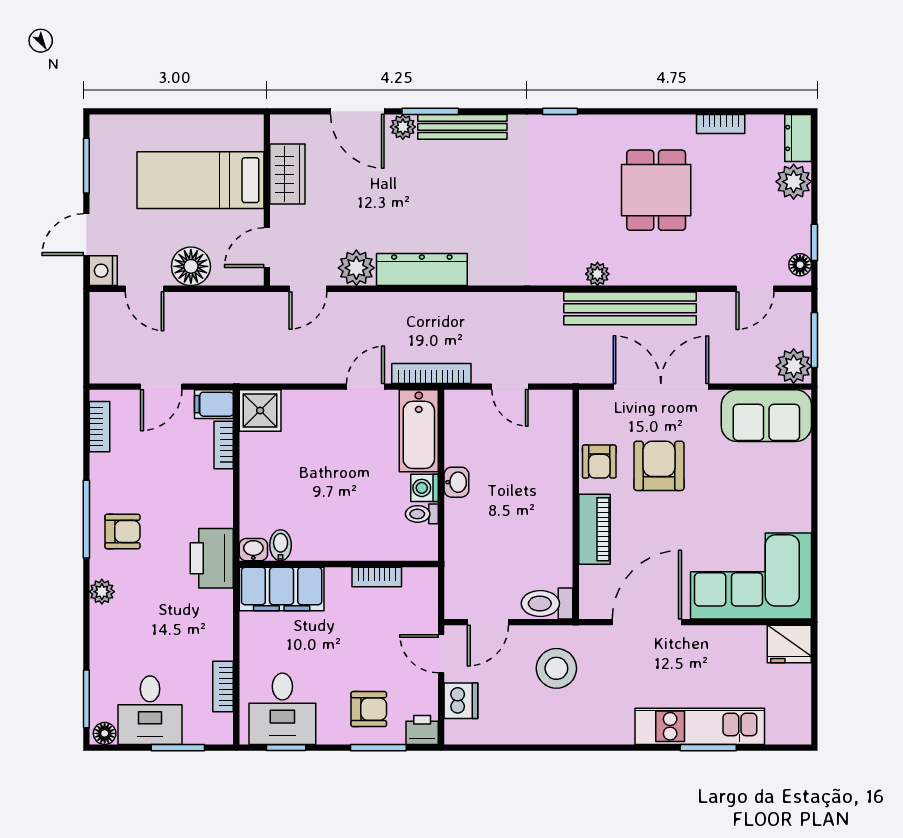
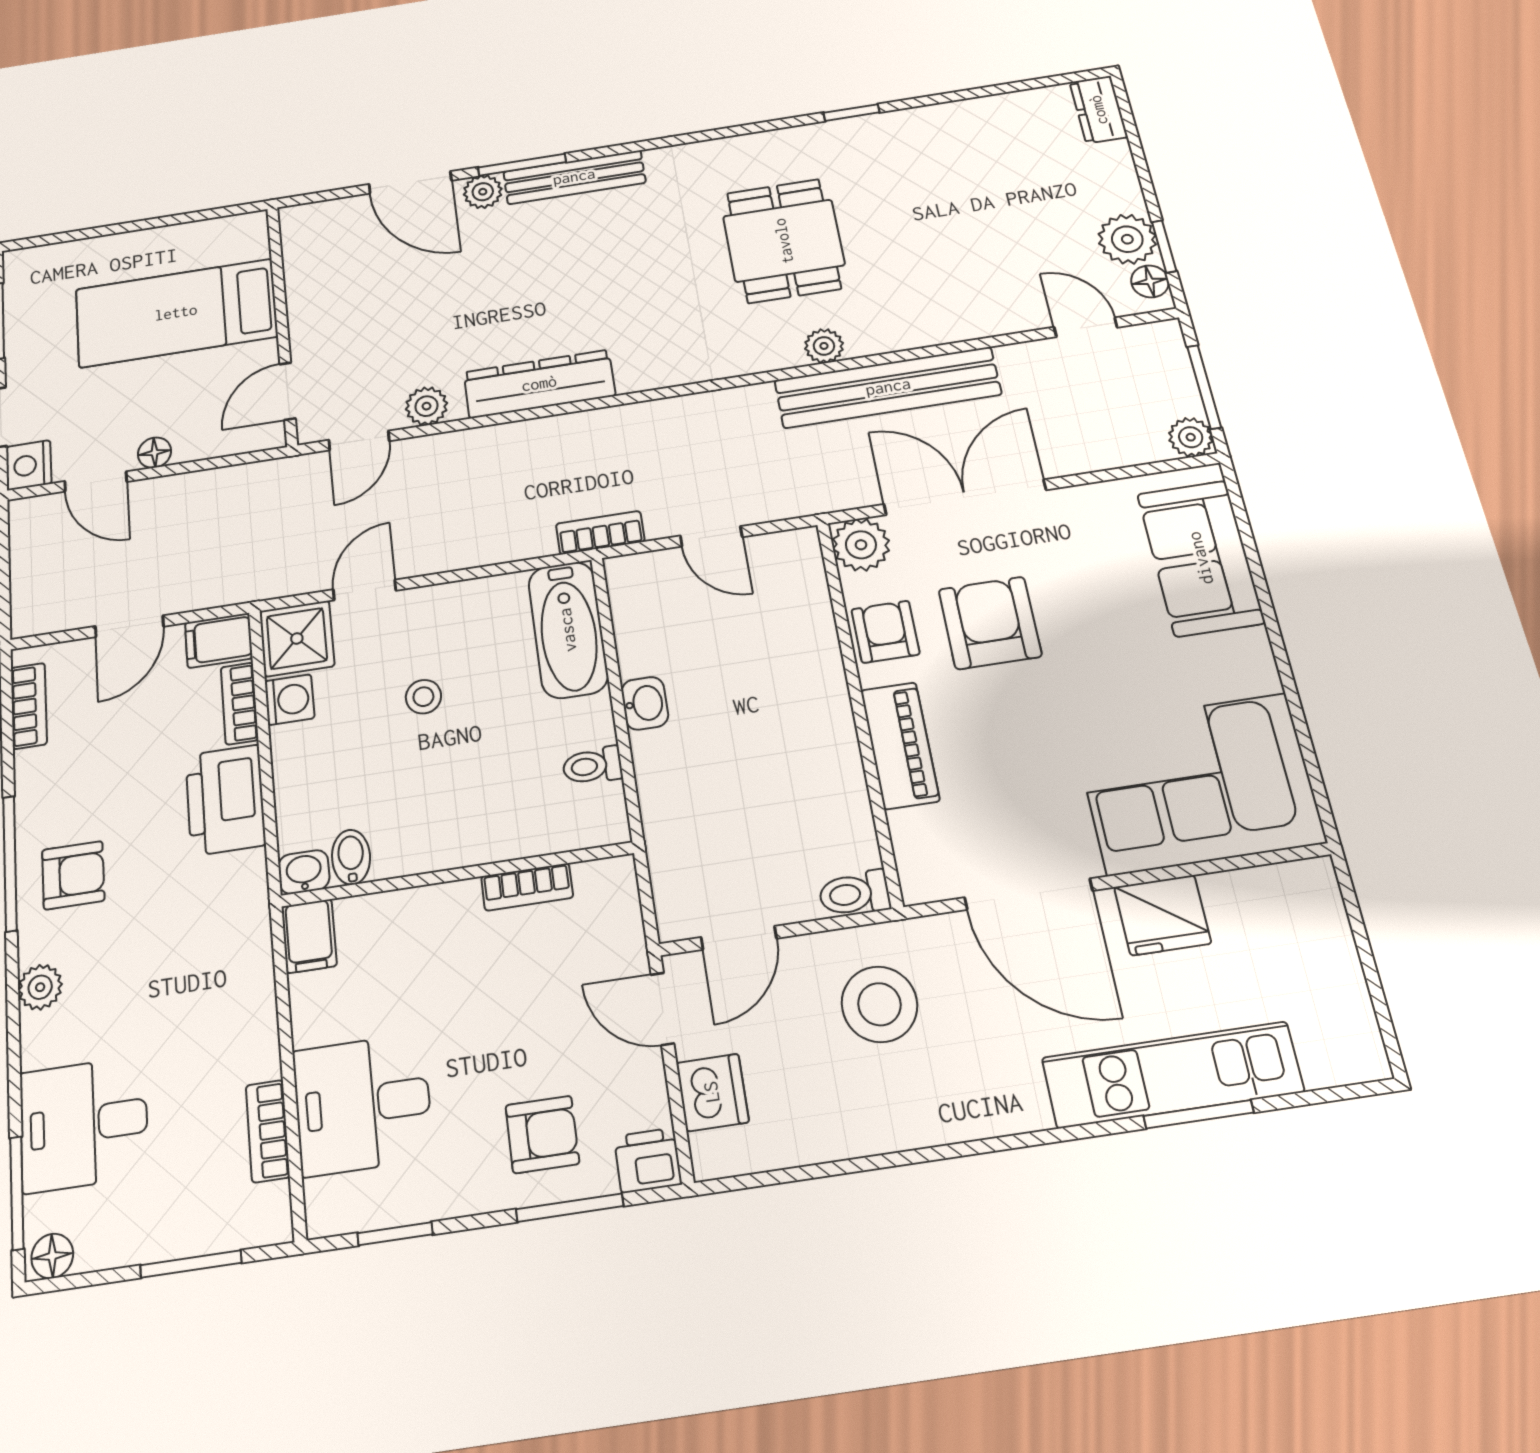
window: (560, 111) -> (852, 113), moved
bookcase: (721, 124) -> (973, 110), removed
wardrobe: (287, 174) -> (311, 283), removed
plant: (794, 182) -> (1127, 239), moved
dining table: (656, 190) -> (784, 241), moved
floor lamp: (191, 266) -> (155, 453), width x0.53, depth x0.53
plant: (356, 268) -> (426, 406), width x0.73, depth x0.73
door: (755, 289) -> (1086, 327), swing flipped
plant: (794, 366) -> (1191, 437), width x0.73, depth x0.73
bookcase: (431, 373) -> (600, 533), width x0.64
door: (366, 387) -> (365, 590), moved
plant: (595, 406) -> (861, 545), added
sofa: (766, 416) -> (1201, 558), moved, turned 90
stool: (331, 458) -> (423, 697), added
armchair: (599, 462) -> (885, 632), turned 180
washing machine: (424, 488) -> (290, 700), moved, turned 180
printer: (212, 558) -> (225, 800), moved
filing cabinet: (282, 589) -> (309, 936), width x0.33, depth x0.86
toilet: (547, 604) -> (854, 894), width x0.73, depth x0.72
door: (647, 622) -> (1028, 894), swing flipped
fridge: (789, 644) -> (1163, 915), moved
desk: (282, 709) -> (363, 1104), moved, turned 90
desk: (150, 710) -> (84, 1124), moved, turned 90

